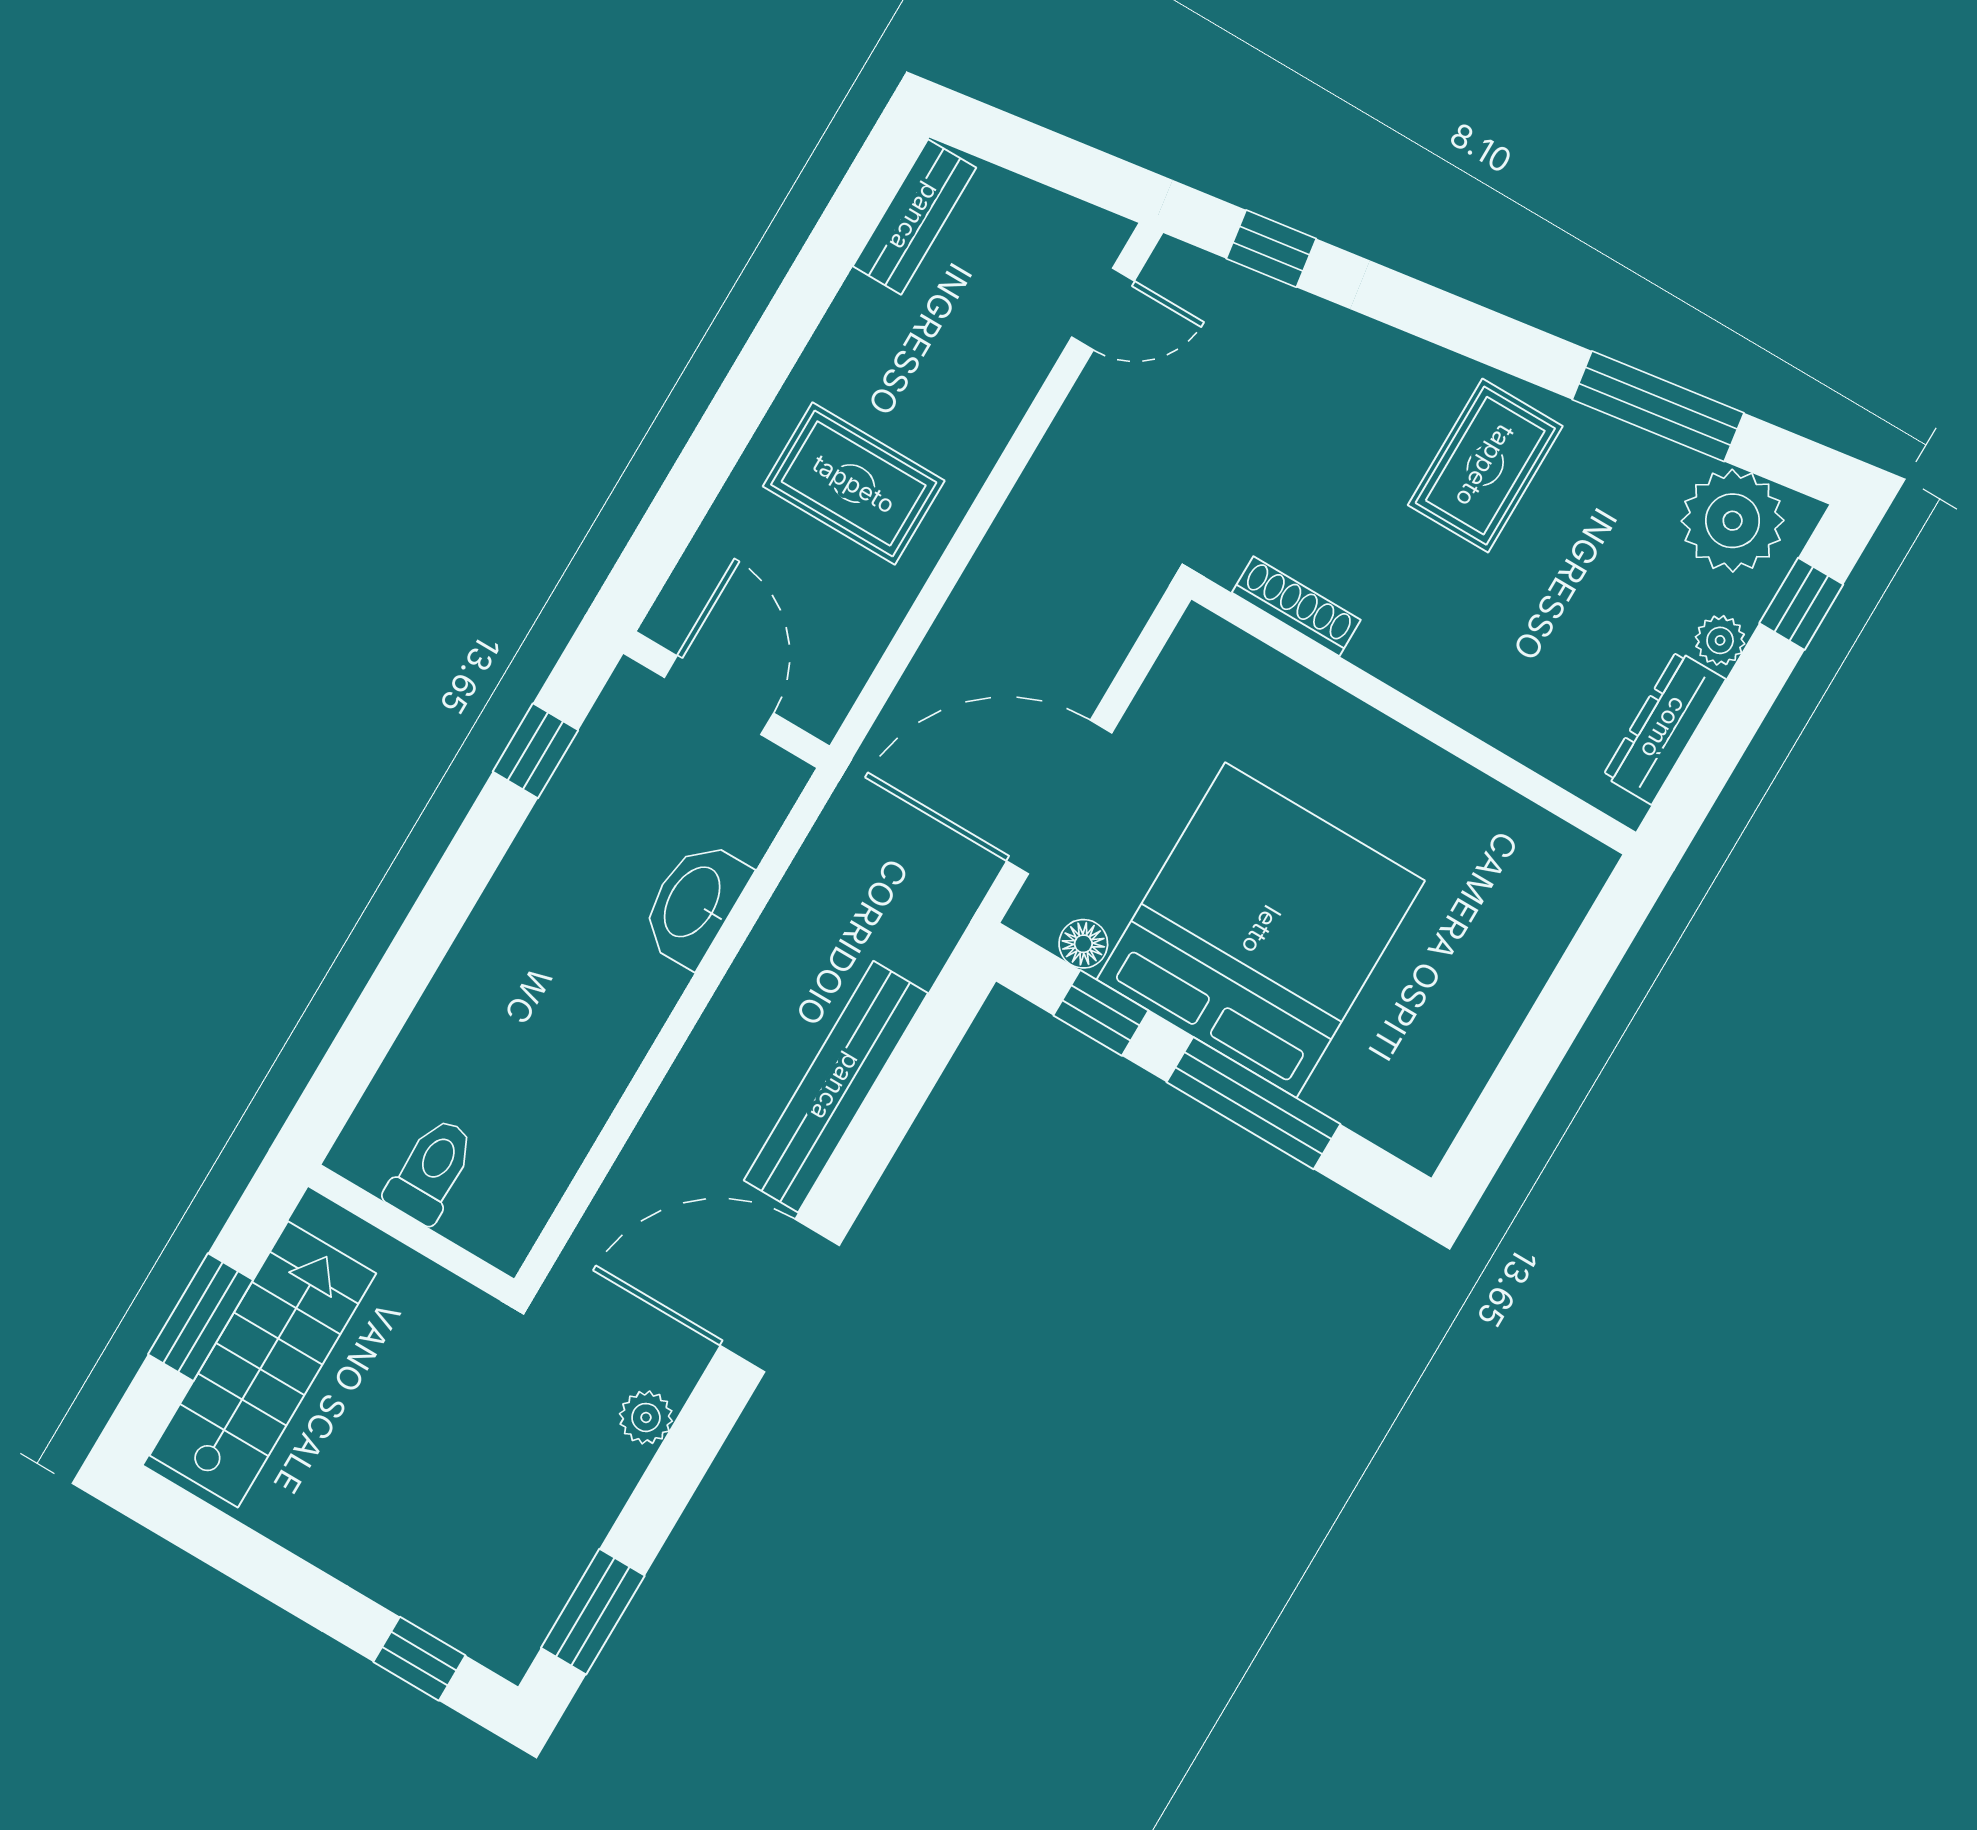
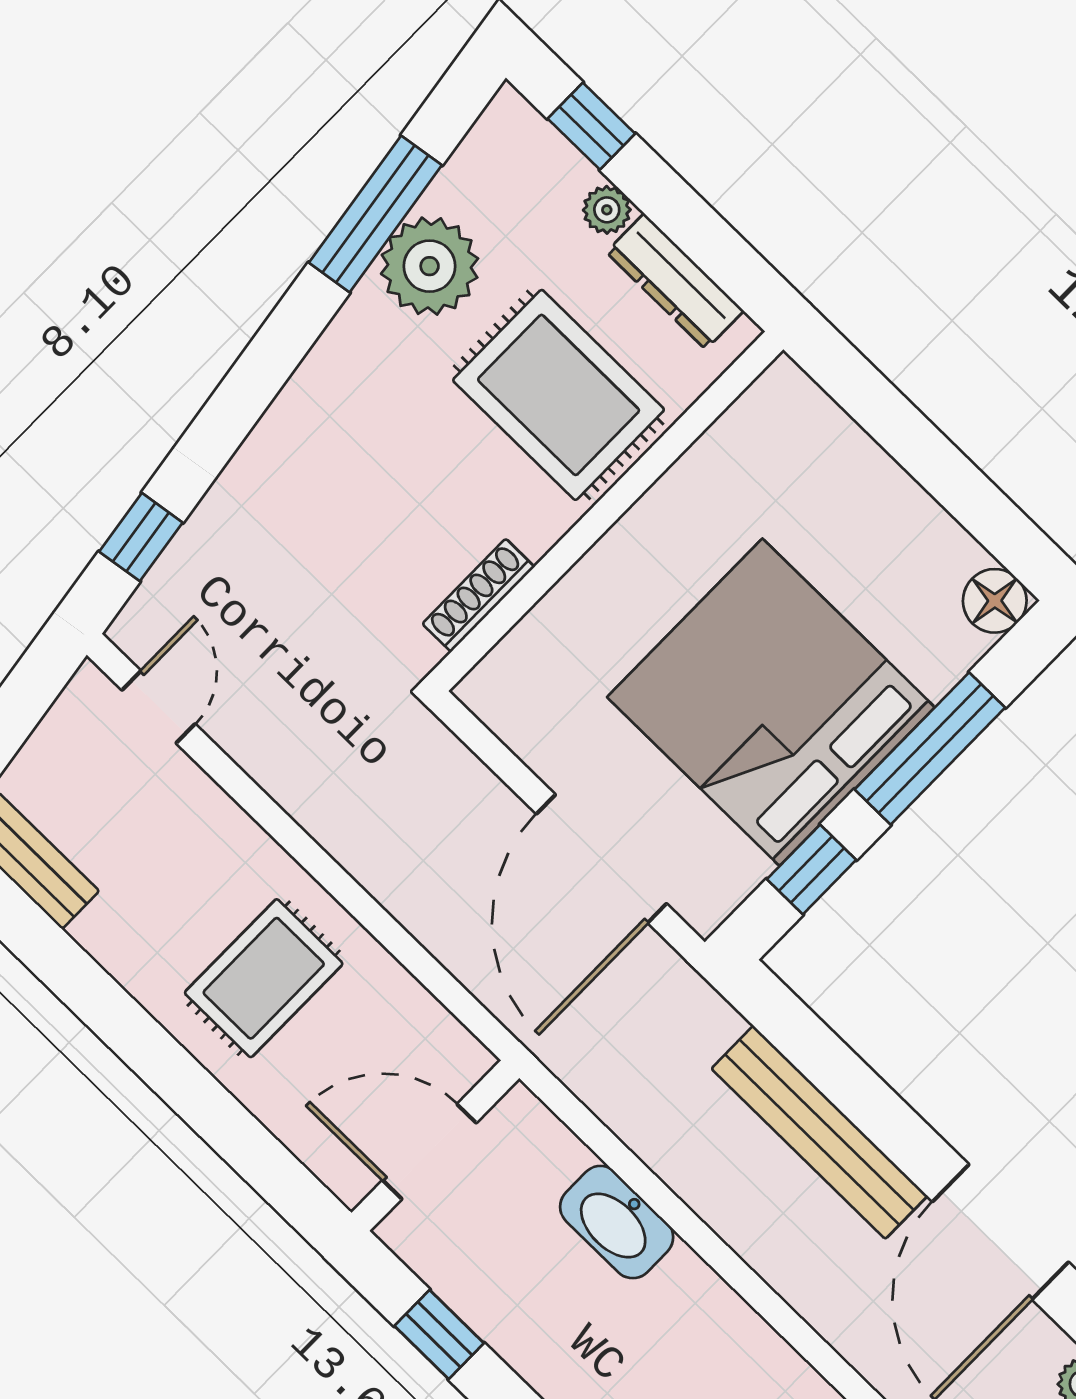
rug: (1485, 466) -> (559, 395), moved, width x1.36, depth x1.43
plant: (1733, 521) -> (430, 266), moved
floor lamp: (1083, 944) -> (995, 601), moved, width x1.37, depth x1.37

